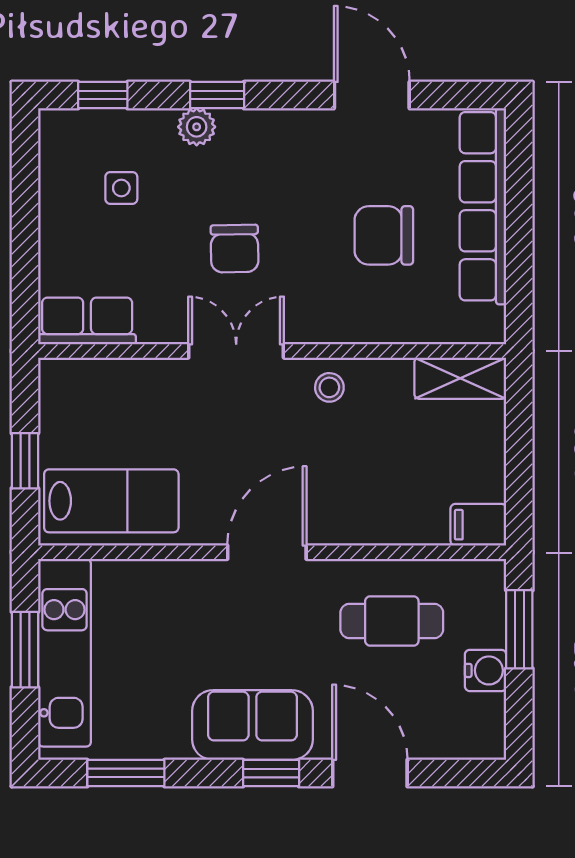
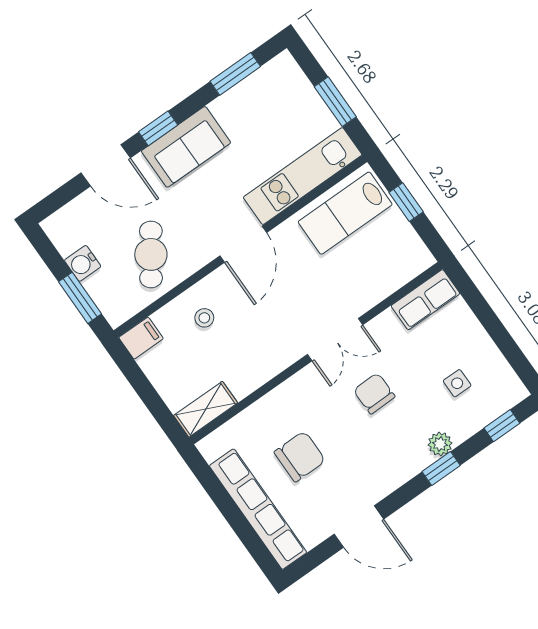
stool: (329, 387) -> (204, 318), moved
cafe table: (392, 621) -> (151, 254), turned -55
kitchen unit: (65, 653) -> (303, 176), moved, turned 90

